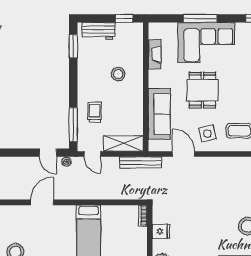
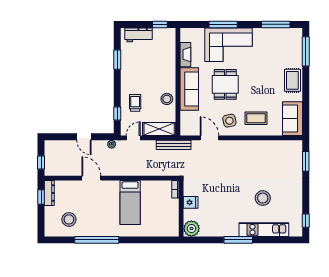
window: (73, 46) -> (117, 60), moved
stool: (118, 74) -> (167, 99), moved
sofa: (159, 114) -> (189, 89), moved
window: (73, 125) -> (117, 113), width x0.46
door: (48, 153) -> (84, 137), moved
door: (92, 154) -> (133, 138), swing flipped
door: (42, 202) -> (91, 178), hinge flipped

